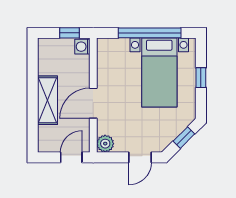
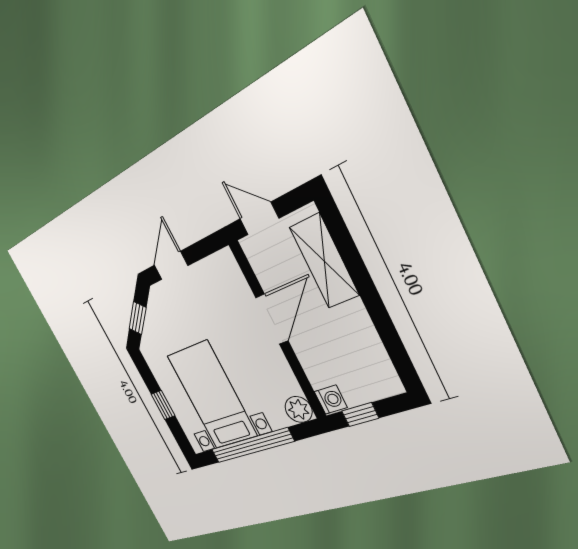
shelving: (47, 100) -> (324, 261), moved
plant: (105, 144) -> (299, 409), moved
door: (71, 157) -> (259, 219), swing flipped

